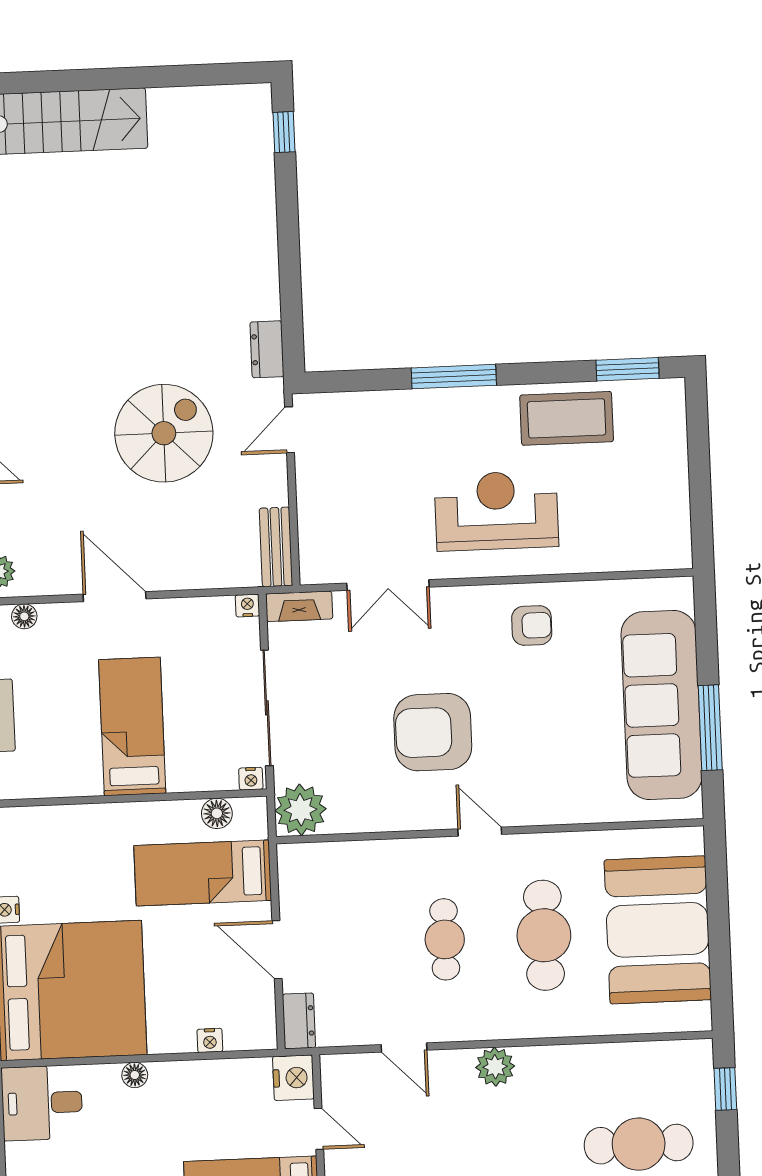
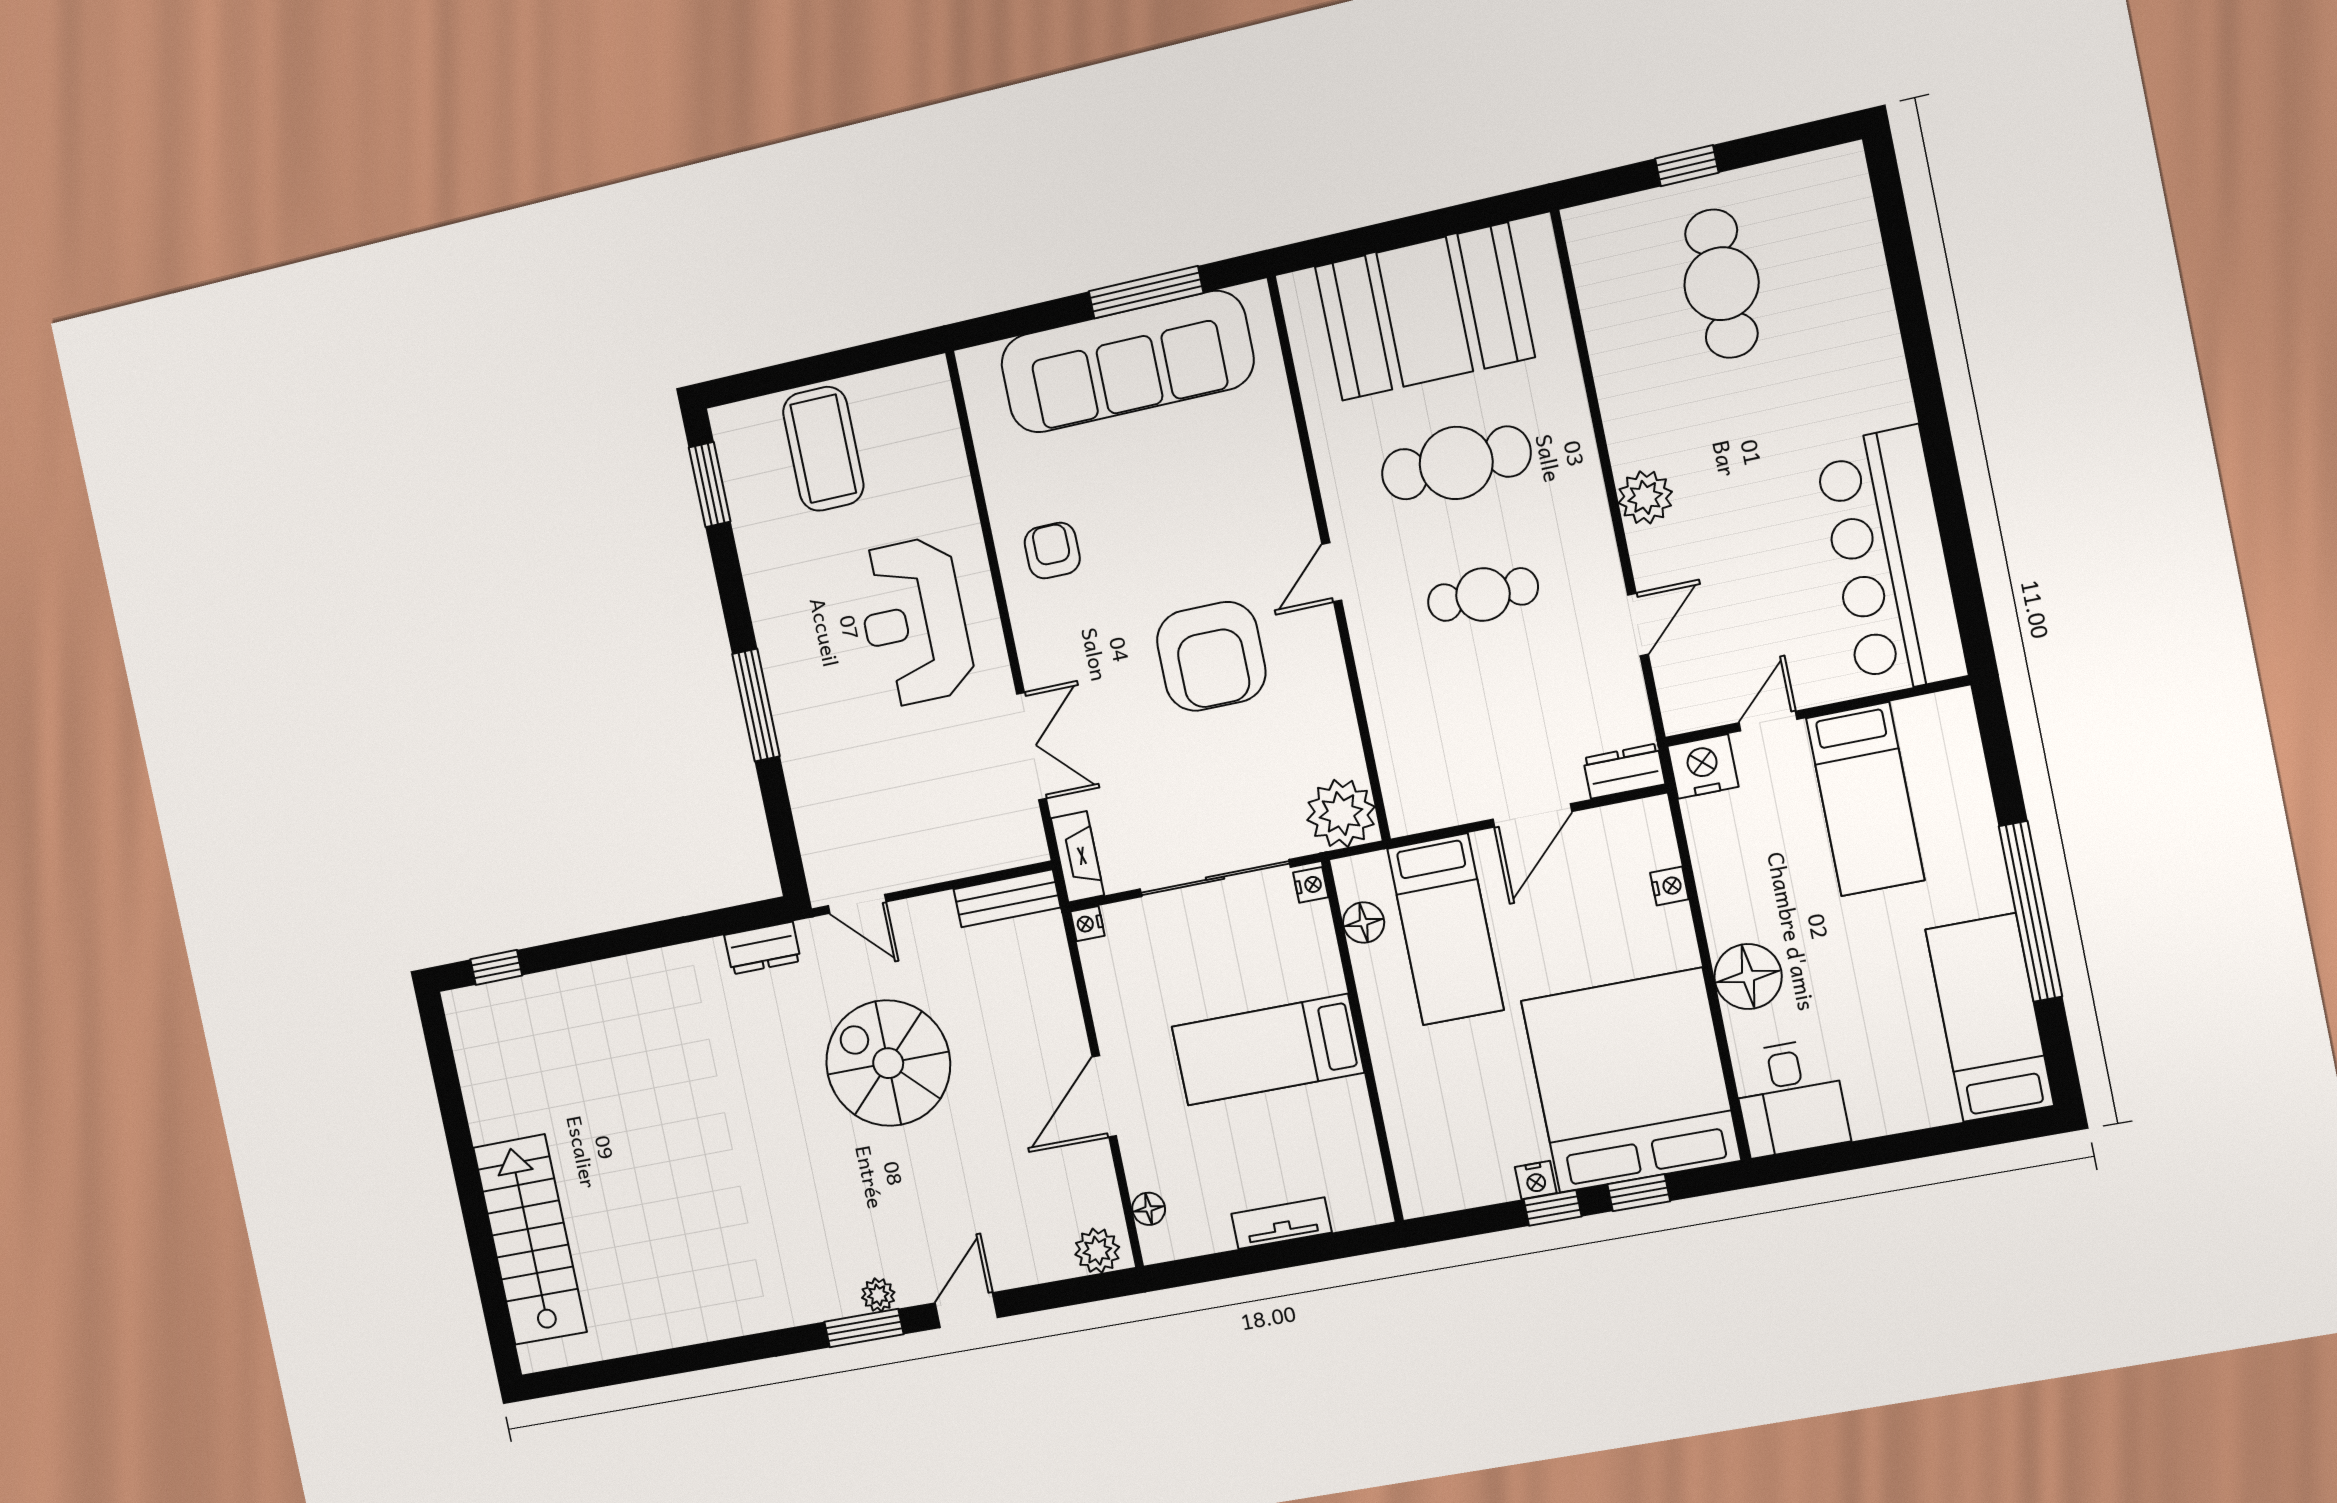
coffee table: (567, 418) -> (823, 449), moved
floor lamp: (135, 1075) -> (1748, 976), width x1.89, depth x1.89
window: (725, 1089) -> (1687, 166), moved

